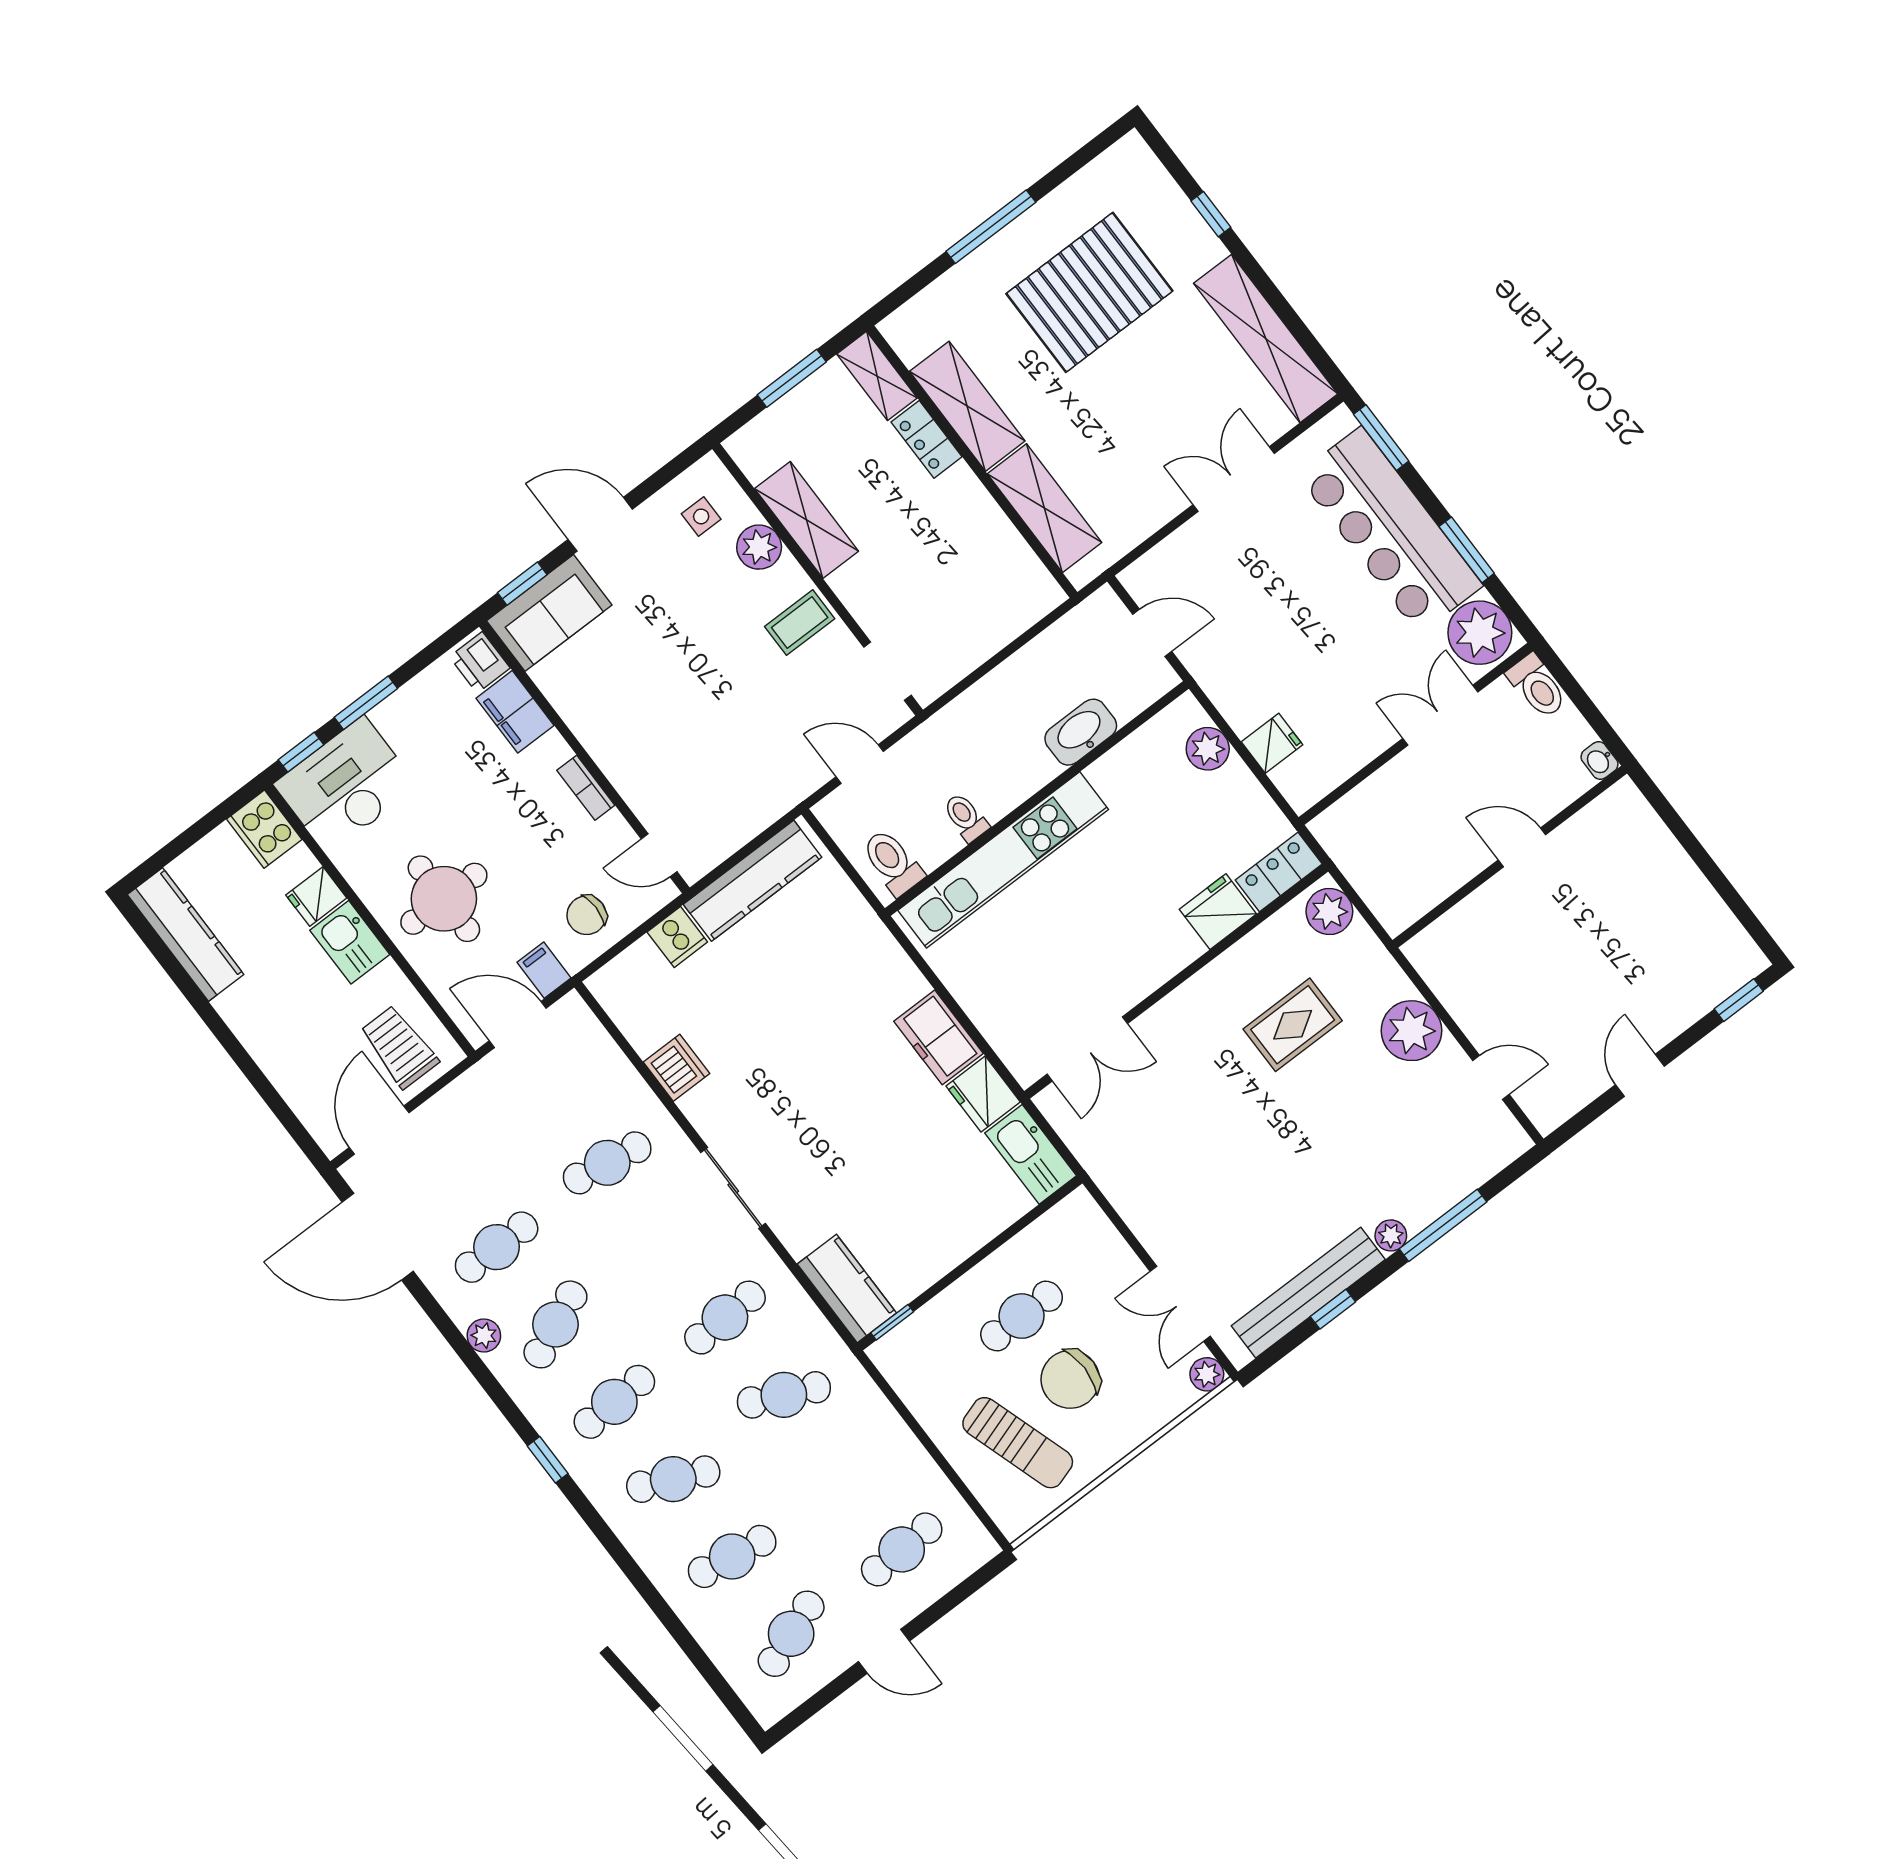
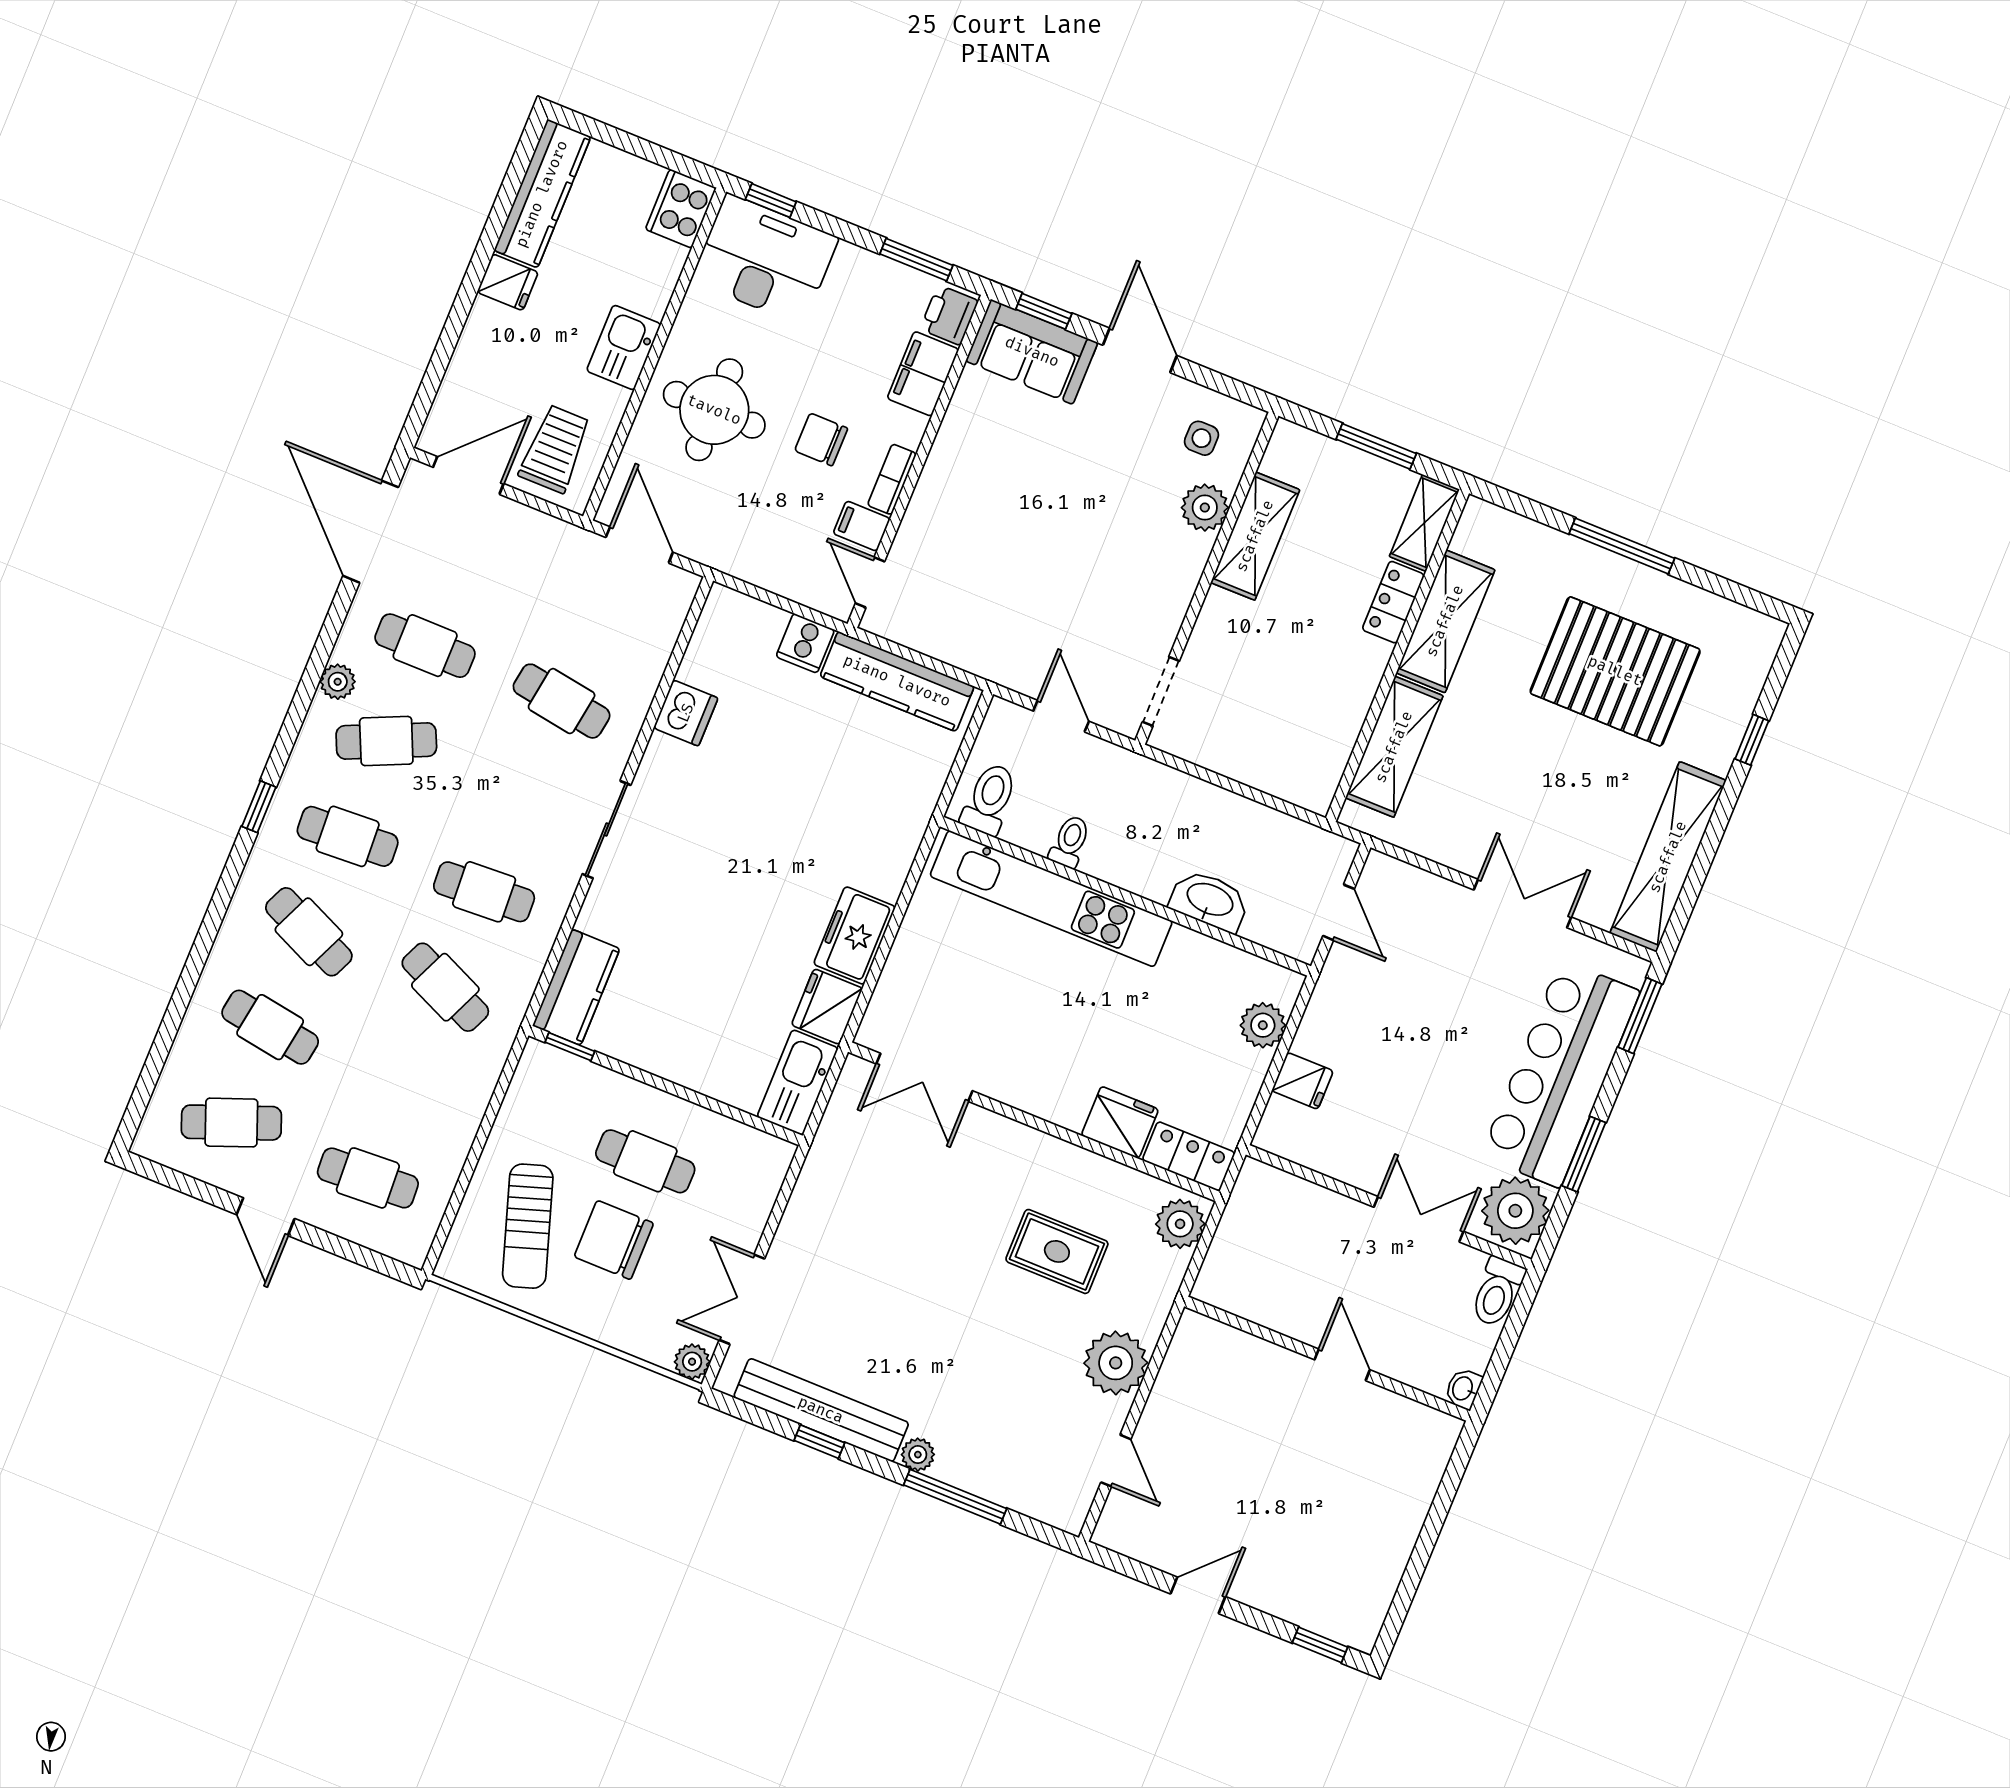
coffee table: (800, 623) -> (1158, 585), removed
window: (366, 703) -> (916, 260), moved
fridge: (316, 897) -> (508, 282), moved, turned 180
chair: (587, 915) -> (821, 439), moved
filing cabinet: (544, 970) -> (862, 526), moved, turned -90

